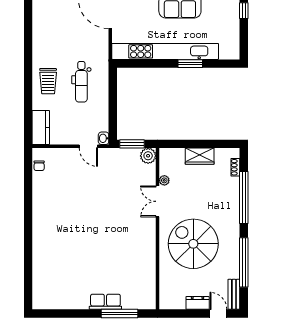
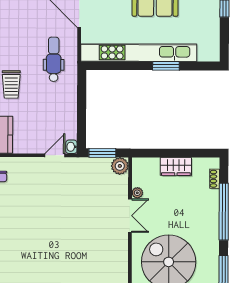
dental chair: (81, 82) -> (54, 59), moved, turned 180
door: (88, 146) -> (55, 155), swing flipped
double door: (158, 201) -> (130, 216), swing flipped

